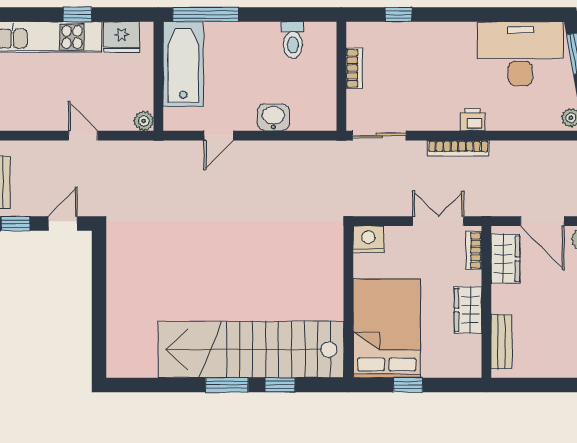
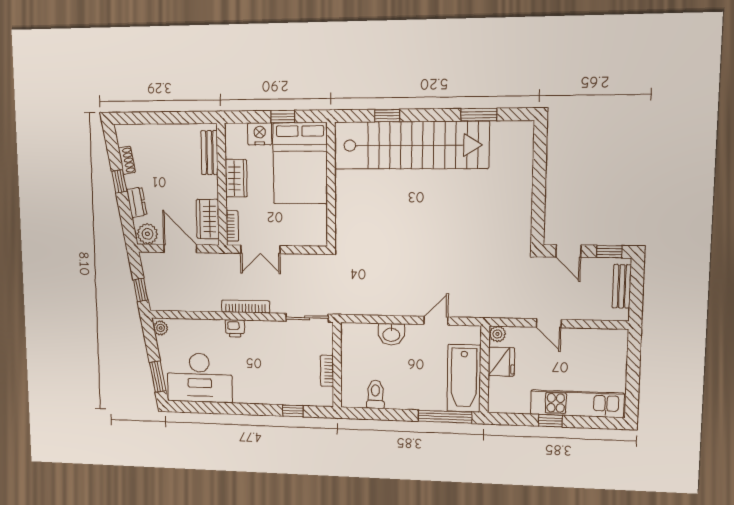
fridge: (122, 37) -> (501, 362), moved, turned 90
door: (63, 223) -> (568, 251), hinge flipped
nightstand: (368, 239) -> (260, 134), moved, turned 180
window: (227, 385) -> (479, 115), moved

